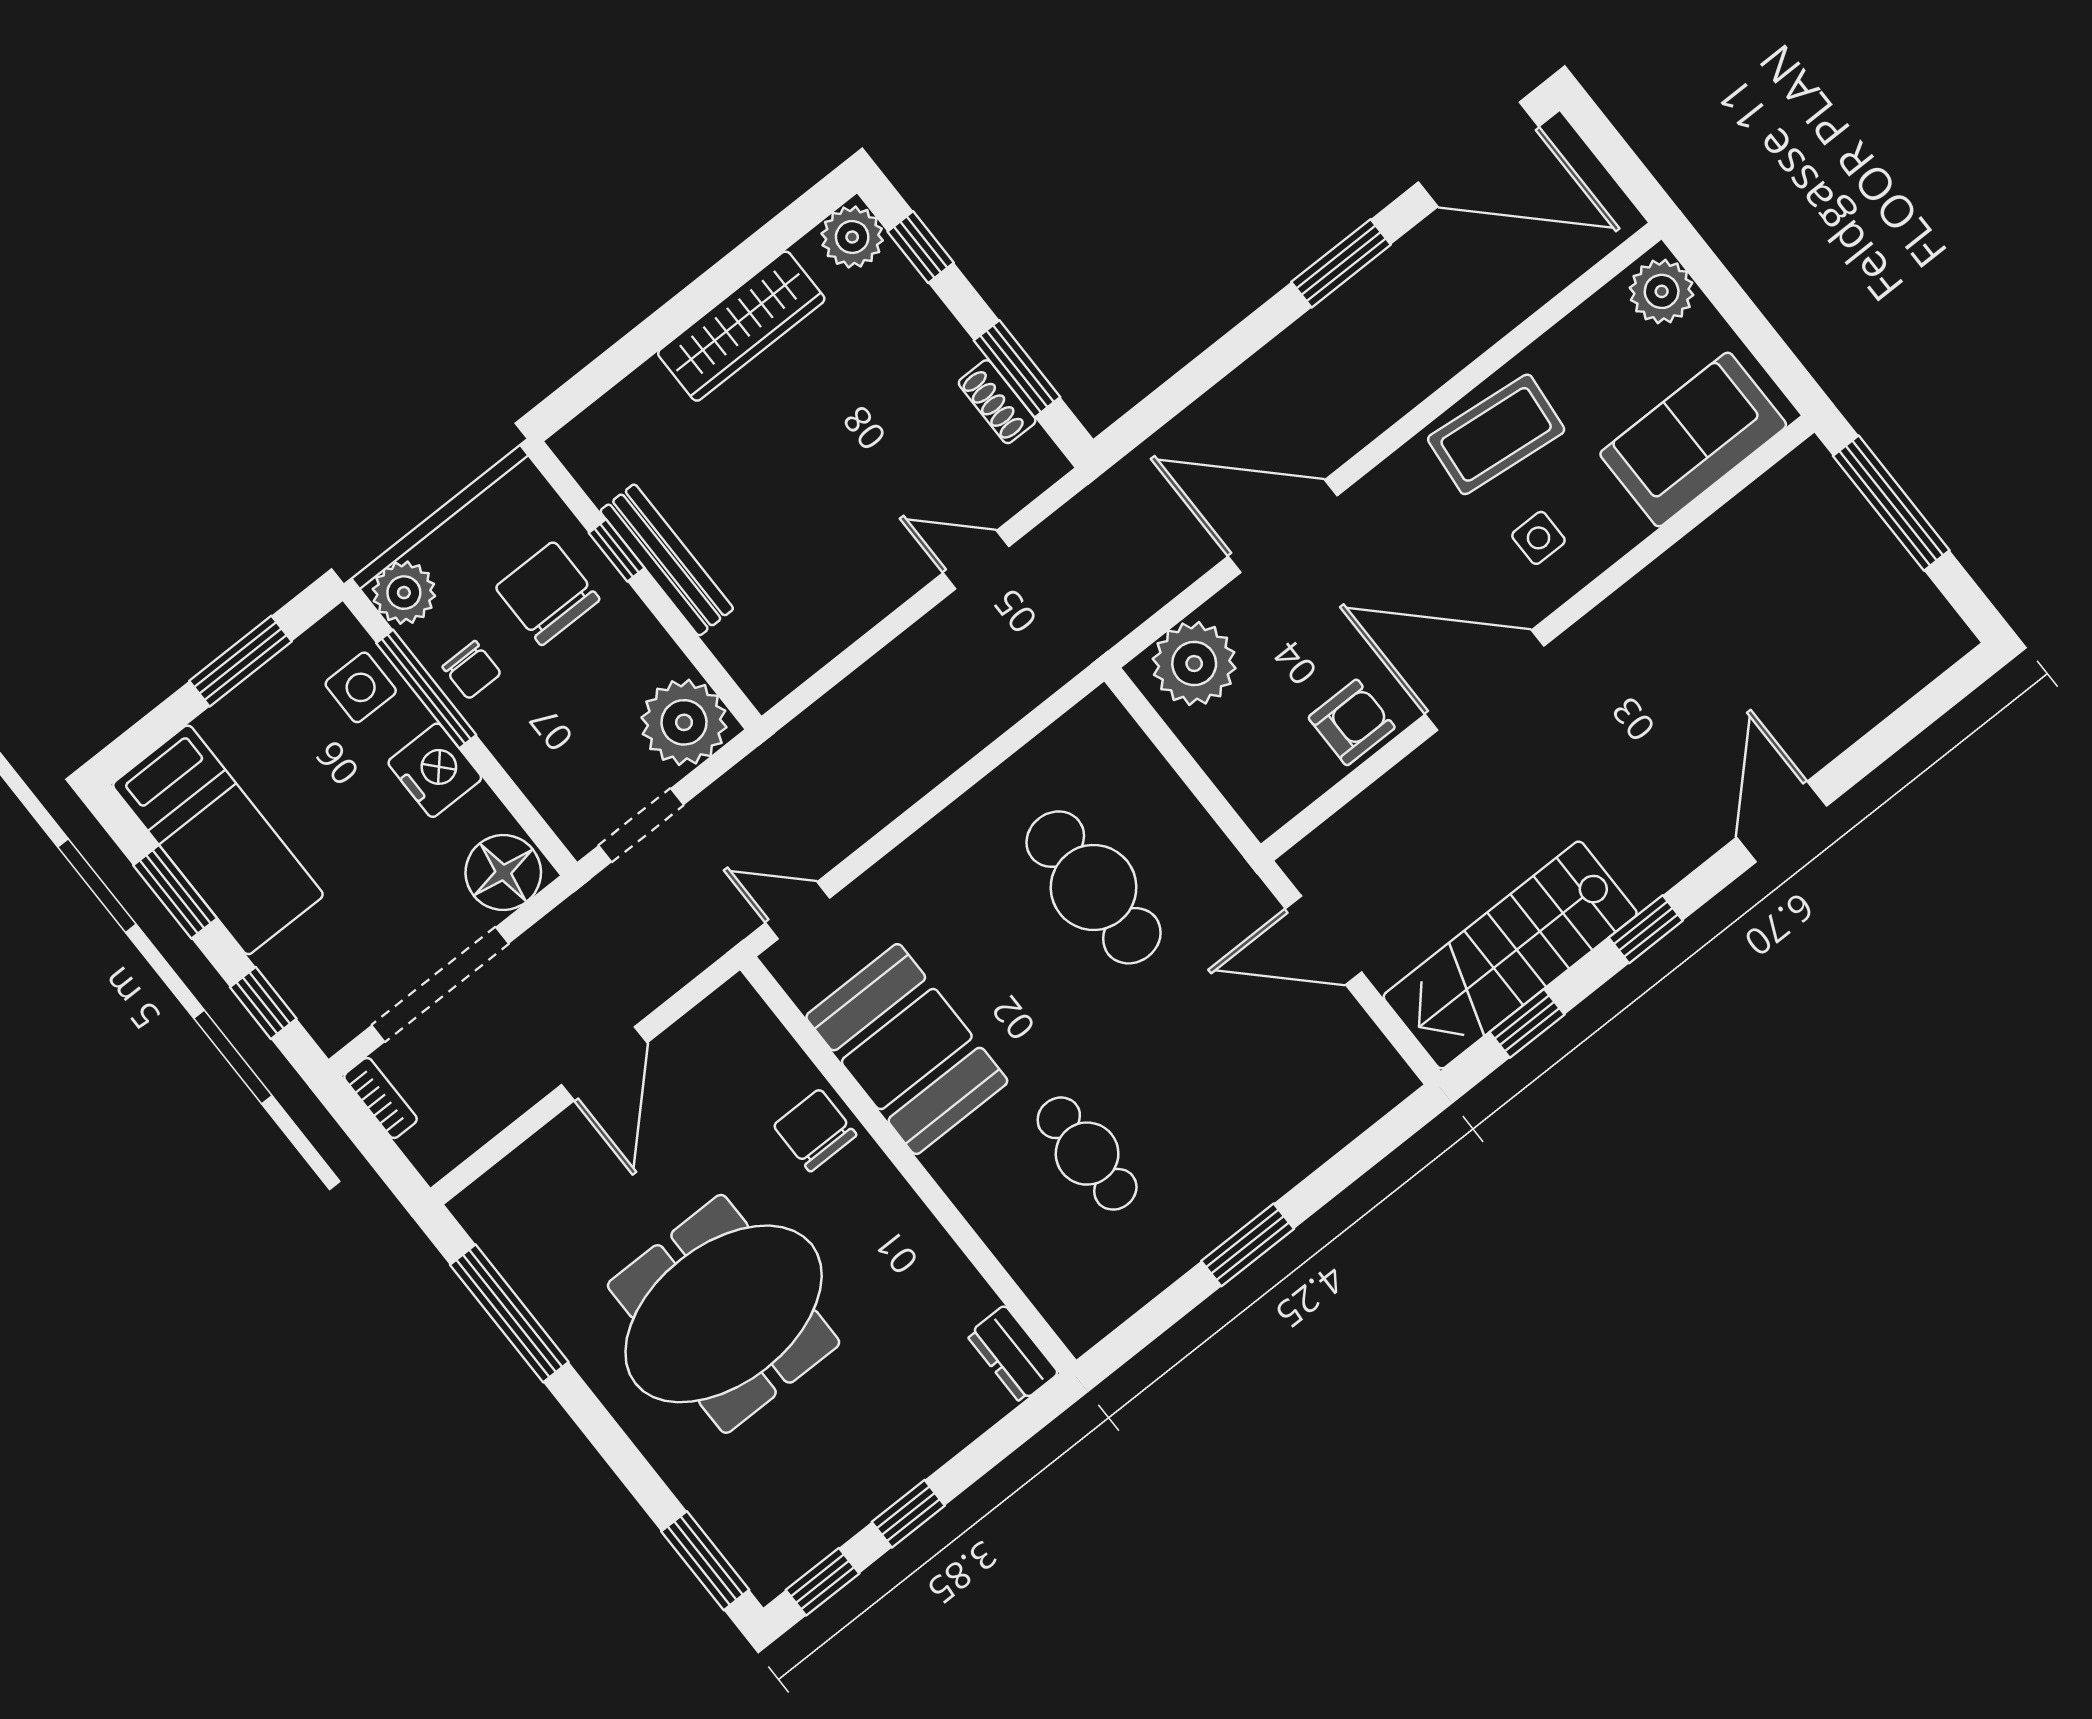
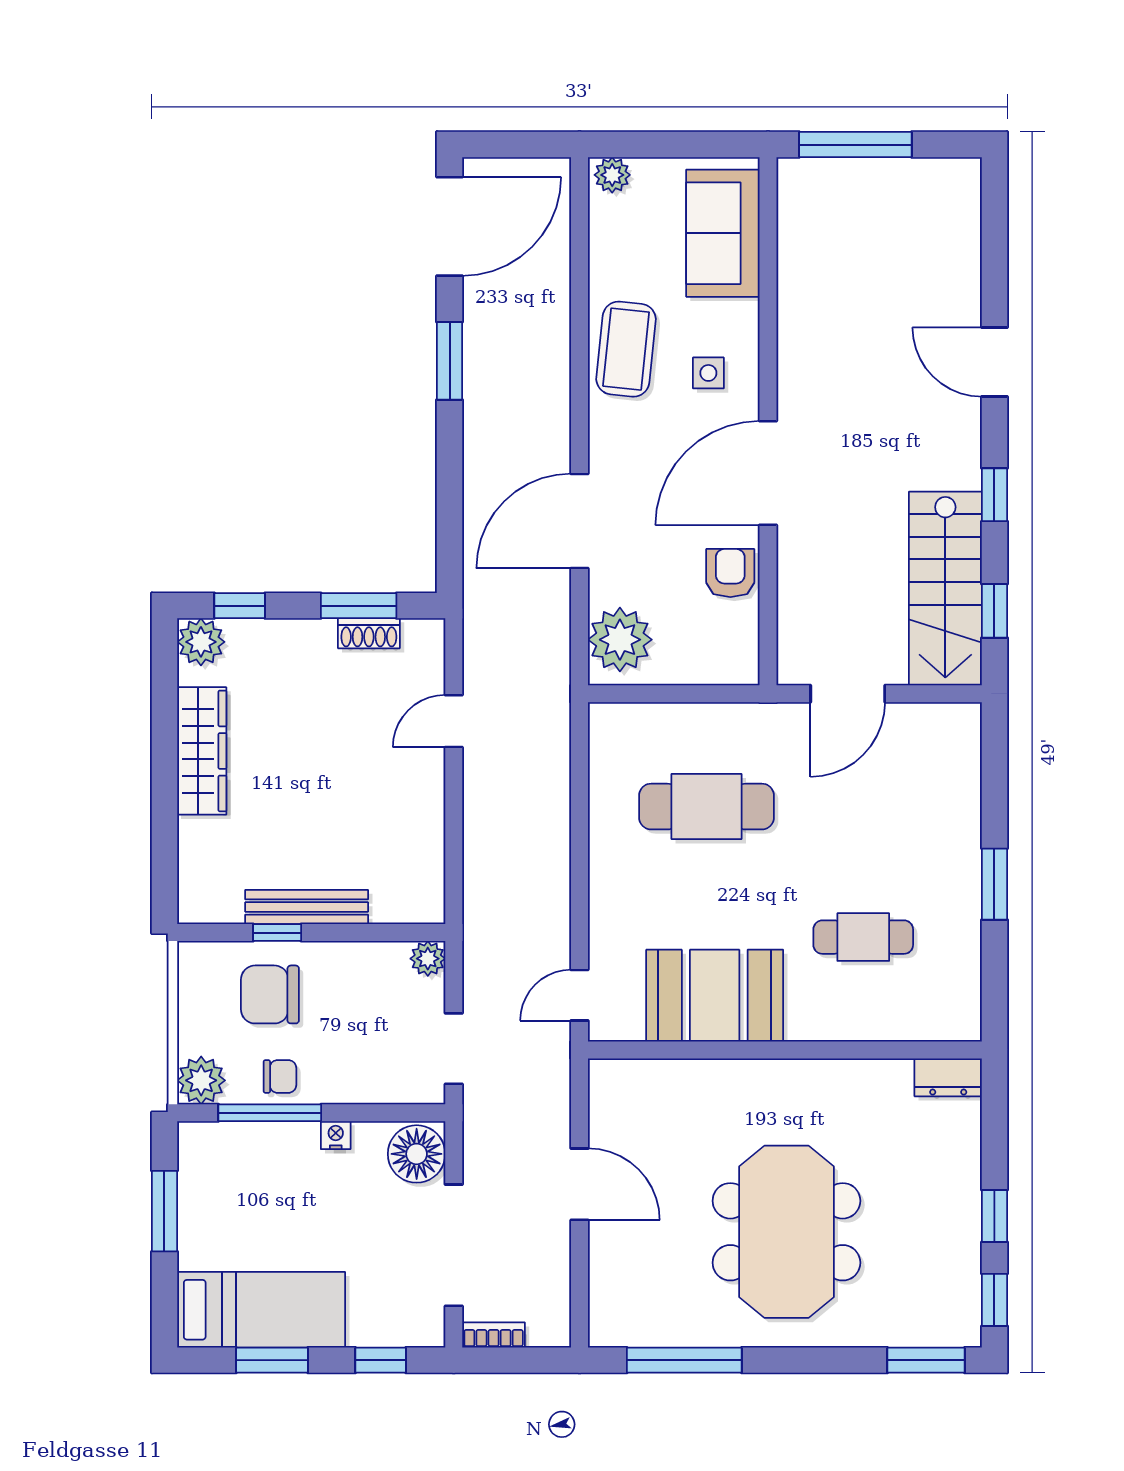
plant: (1662, 291) -> (612, 175), width x0.73, depth x0.73
side table: (361, 687) -> (237, 1151), removed
plant: (684, 722) -> (428, 959), width x0.53, depth x0.53
nightstand: (435, 770) -> (336, 1135), width x0.53, depth x0.56
chair: (815, 1130) -> (720, 1089), removed

